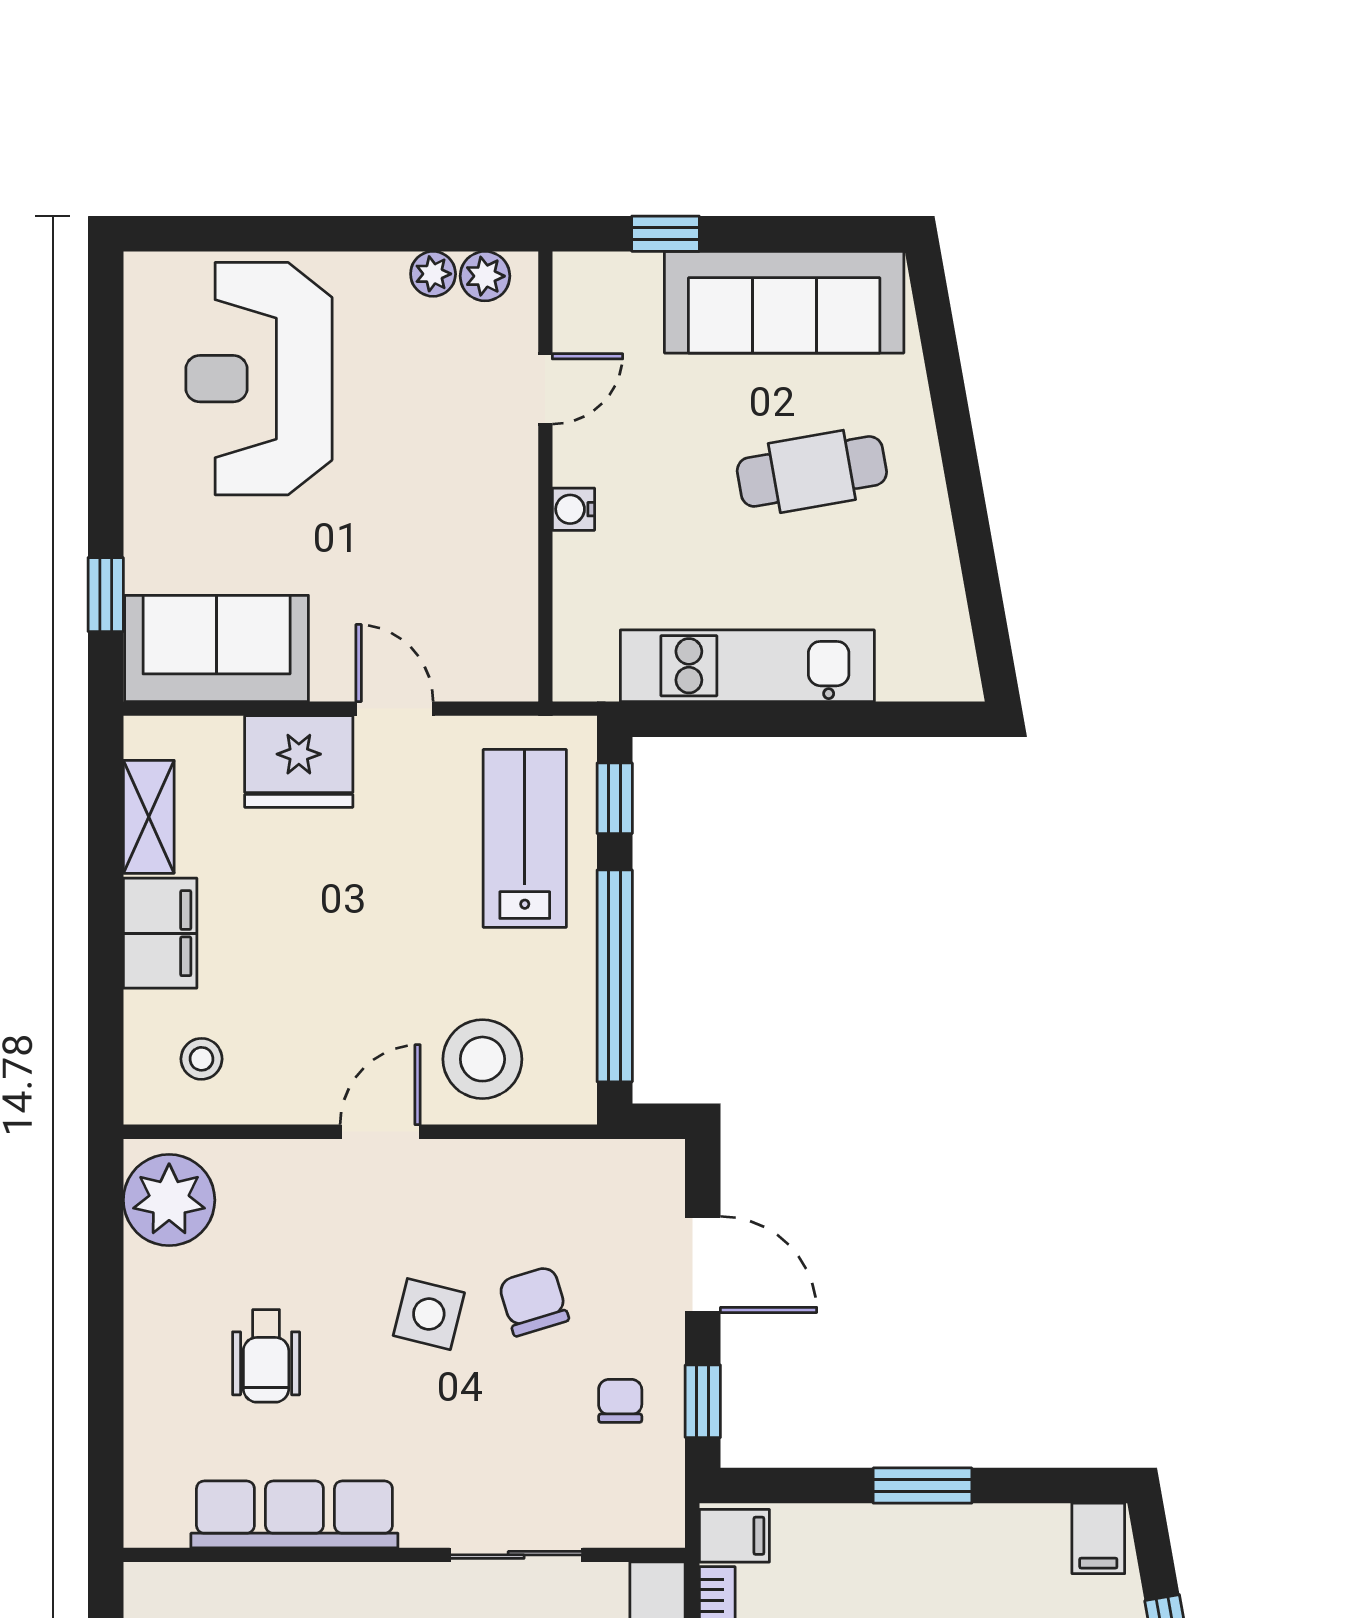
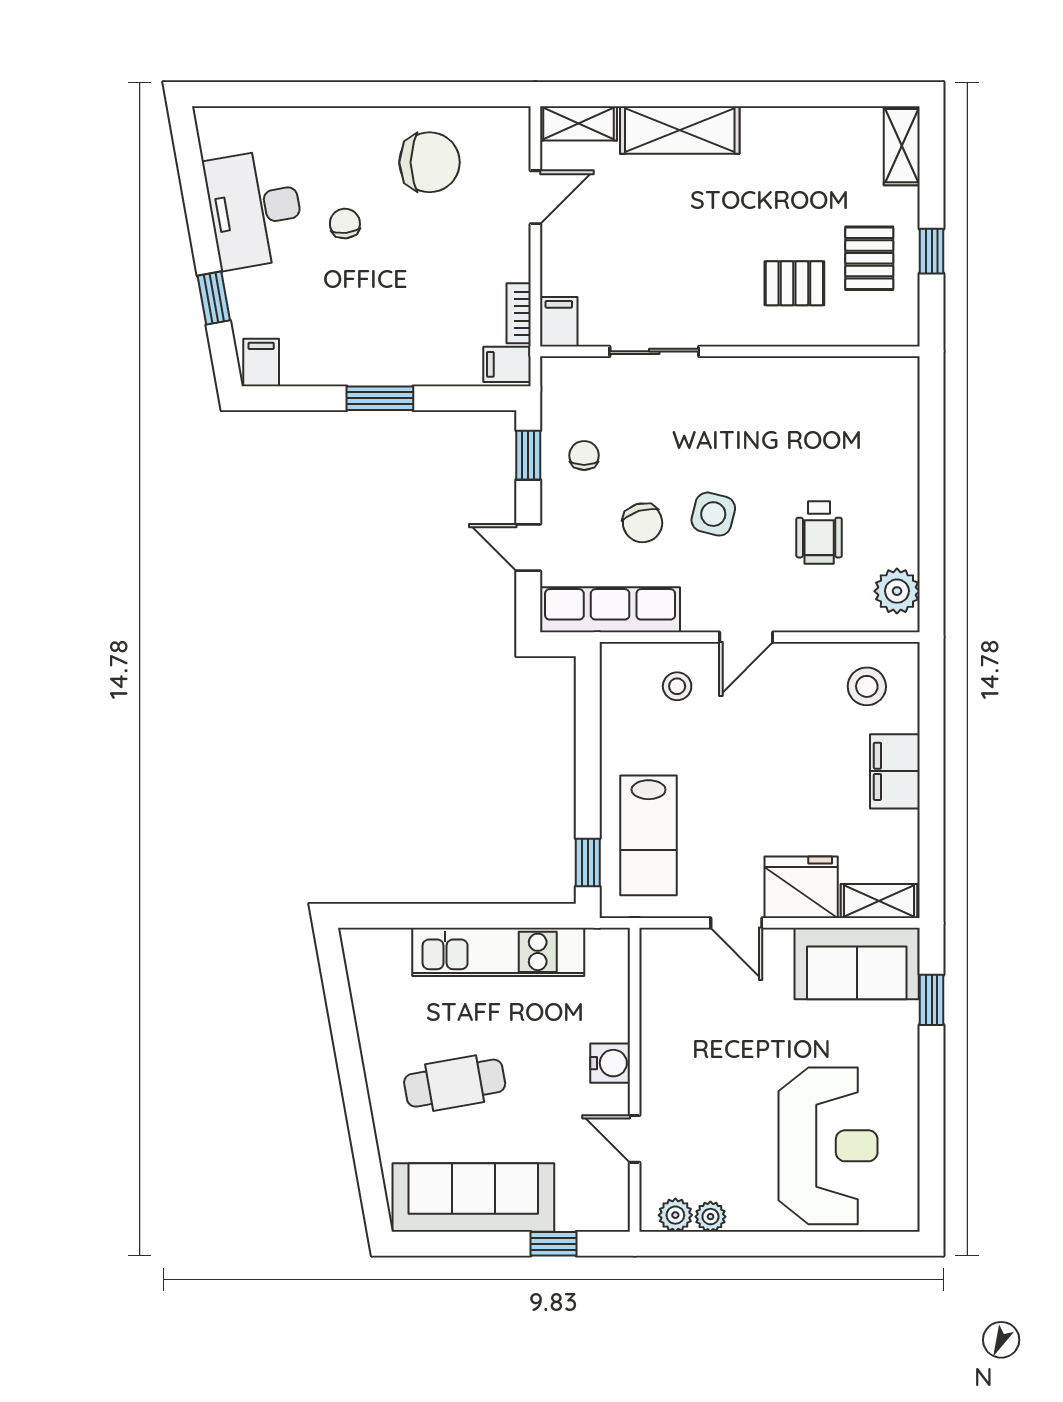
door: (545, 389) -> (635, 1139), hinge flipped
water cooler: (573, 509) -> (610, 1063), width x1.38, depth x1.38
shelving: (149, 817) -> (879, 901), moved, turned 90
window: (615, 976) -> (588, 742), removed
stool: (202, 1059) -> (867, 686), width x1.37, depth x1.37
stool: (482, 1059) -> (677, 686), width x0.53, depth x0.53
plant: (169, 1200) -> (897, 591), width x0.73, depth x0.73
door: (703, 1264) -> (528, 548), width x0.73
wheelchair: (266, 1356) -> (819, 533), moved, turned 180
chair: (620, 1401) -> (584, 455), turned 180
row of seats: (294, 1514) -> (610, 610), moved, turned 180

